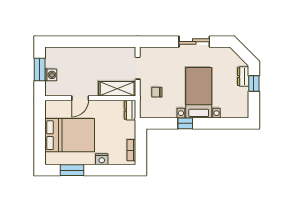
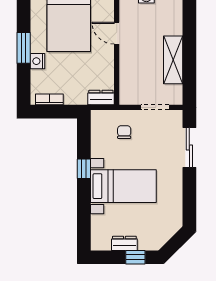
sliding door: (194, 42) -> (189, 148), moved
dresser: (243, 77) -> (124, 243), moved
shelving: (117, 89) -> (173, 60), moved
window: (72, 170) -> (24, 48), moved

